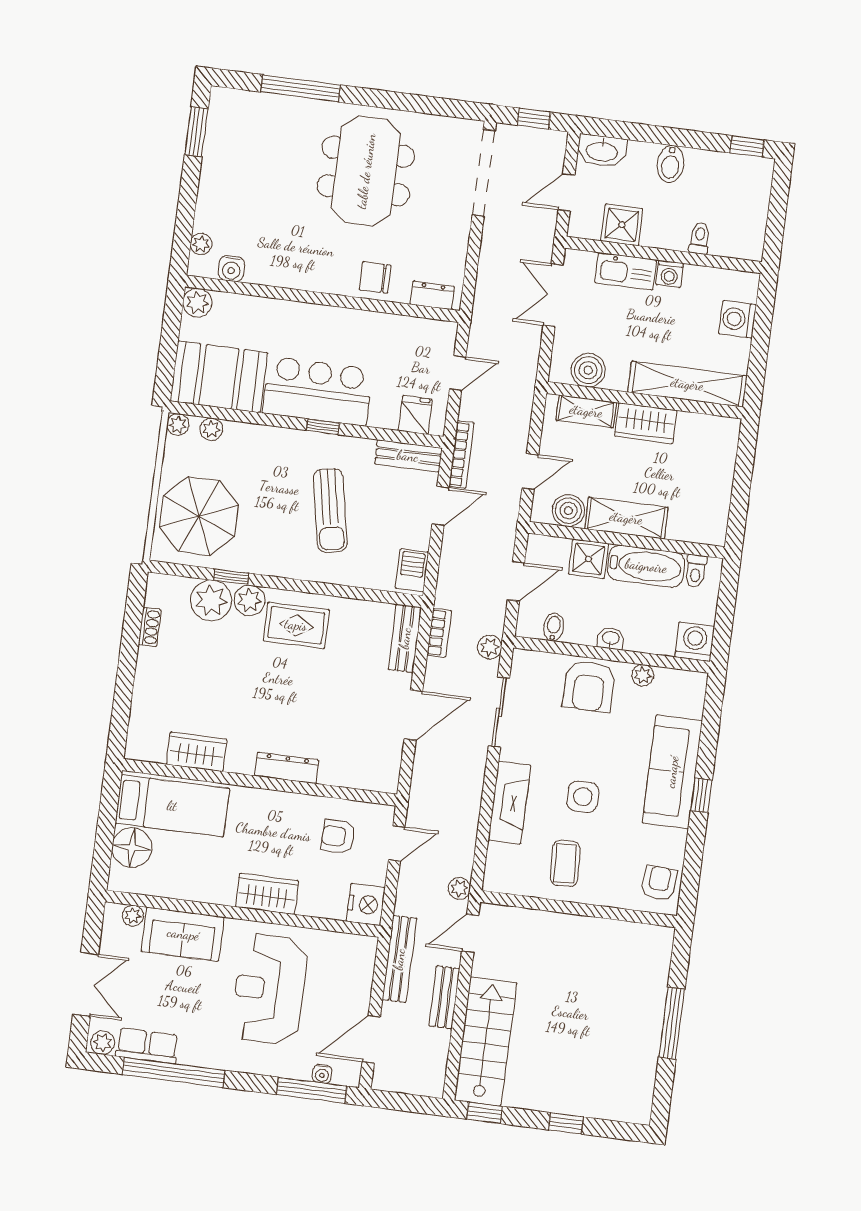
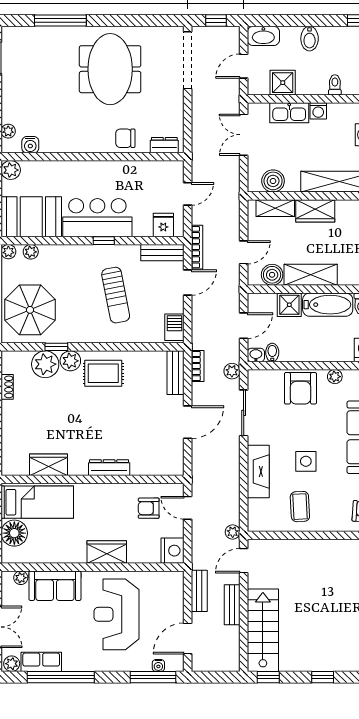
washbasin: (611, 638) -> (256, 355), moved
door: (397, 843) -> (188, 508), swing flipped
bench: (399, 959) -> (199, 591), width x0.73

